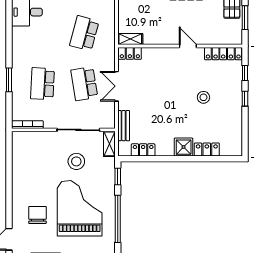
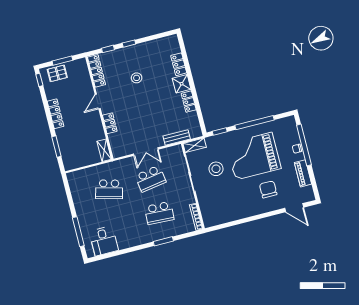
locker: (130, 53) -> (110, 123), moved
locker: (143, 150) -> (189, 102), moved
chair: (37, 215) -> (268, 189), turned 90

